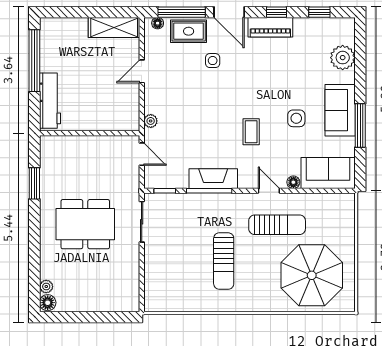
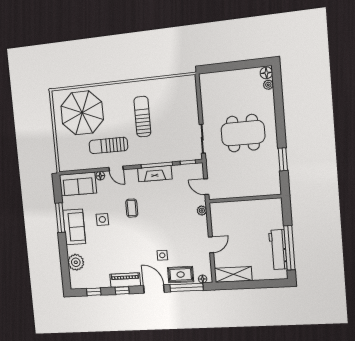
workbench: (50, 101) -> (278, 250), moved

